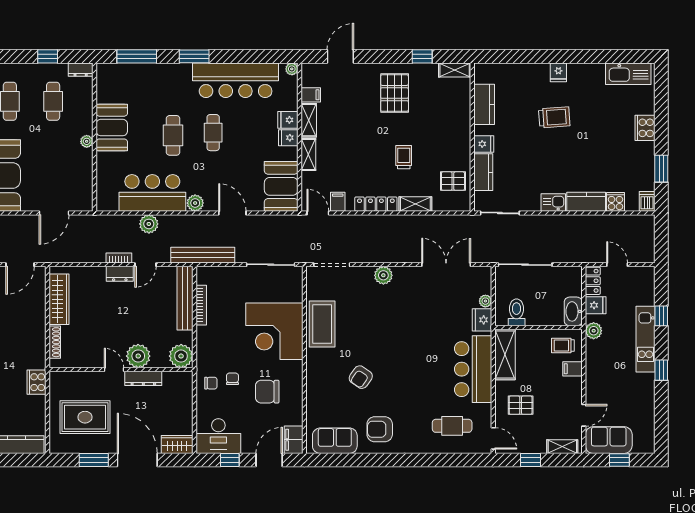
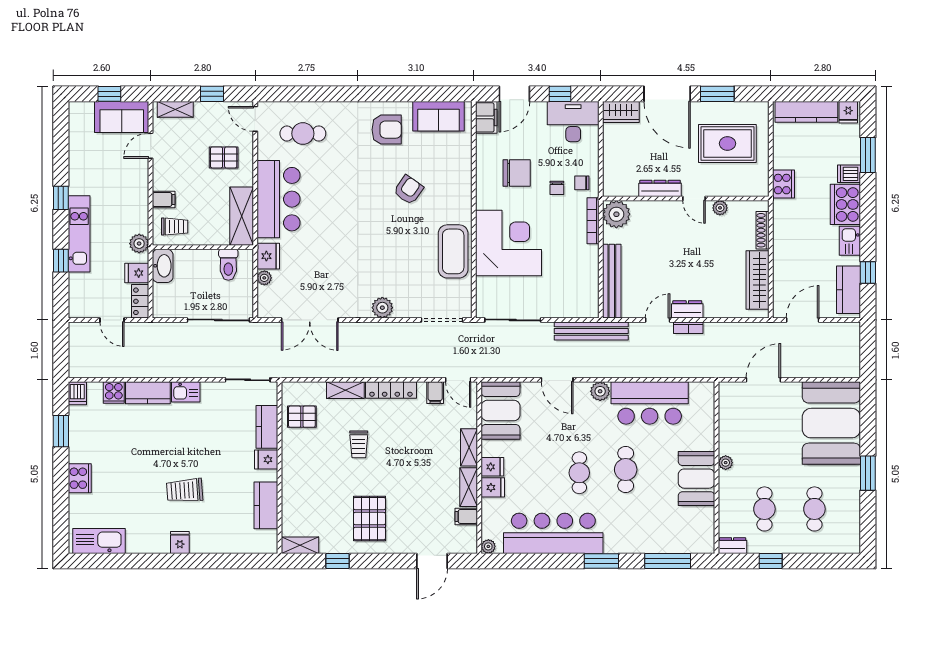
plant: (149, 224) -> (654, 367), removed
bookcase: (201, 305) -> (593, 221), moved
plant: (138, 356) -> (720, 208), moved, width x0.53, depth x0.53

